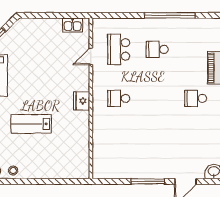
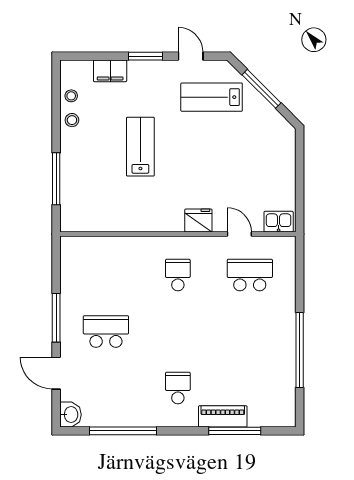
kitchen sink: (73, 25) -> (279, 222), moved, turned 90
school desk: (157, 49) -> (106, 332), moved, width x1.85
fridge: (82, 101) -> (198, 221), moved
window: (53, 181) -> (56, 179), added

